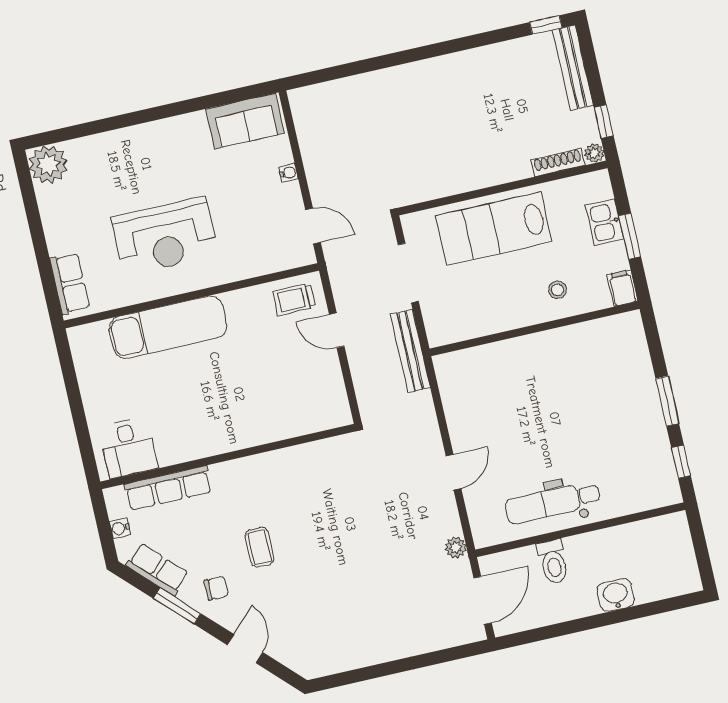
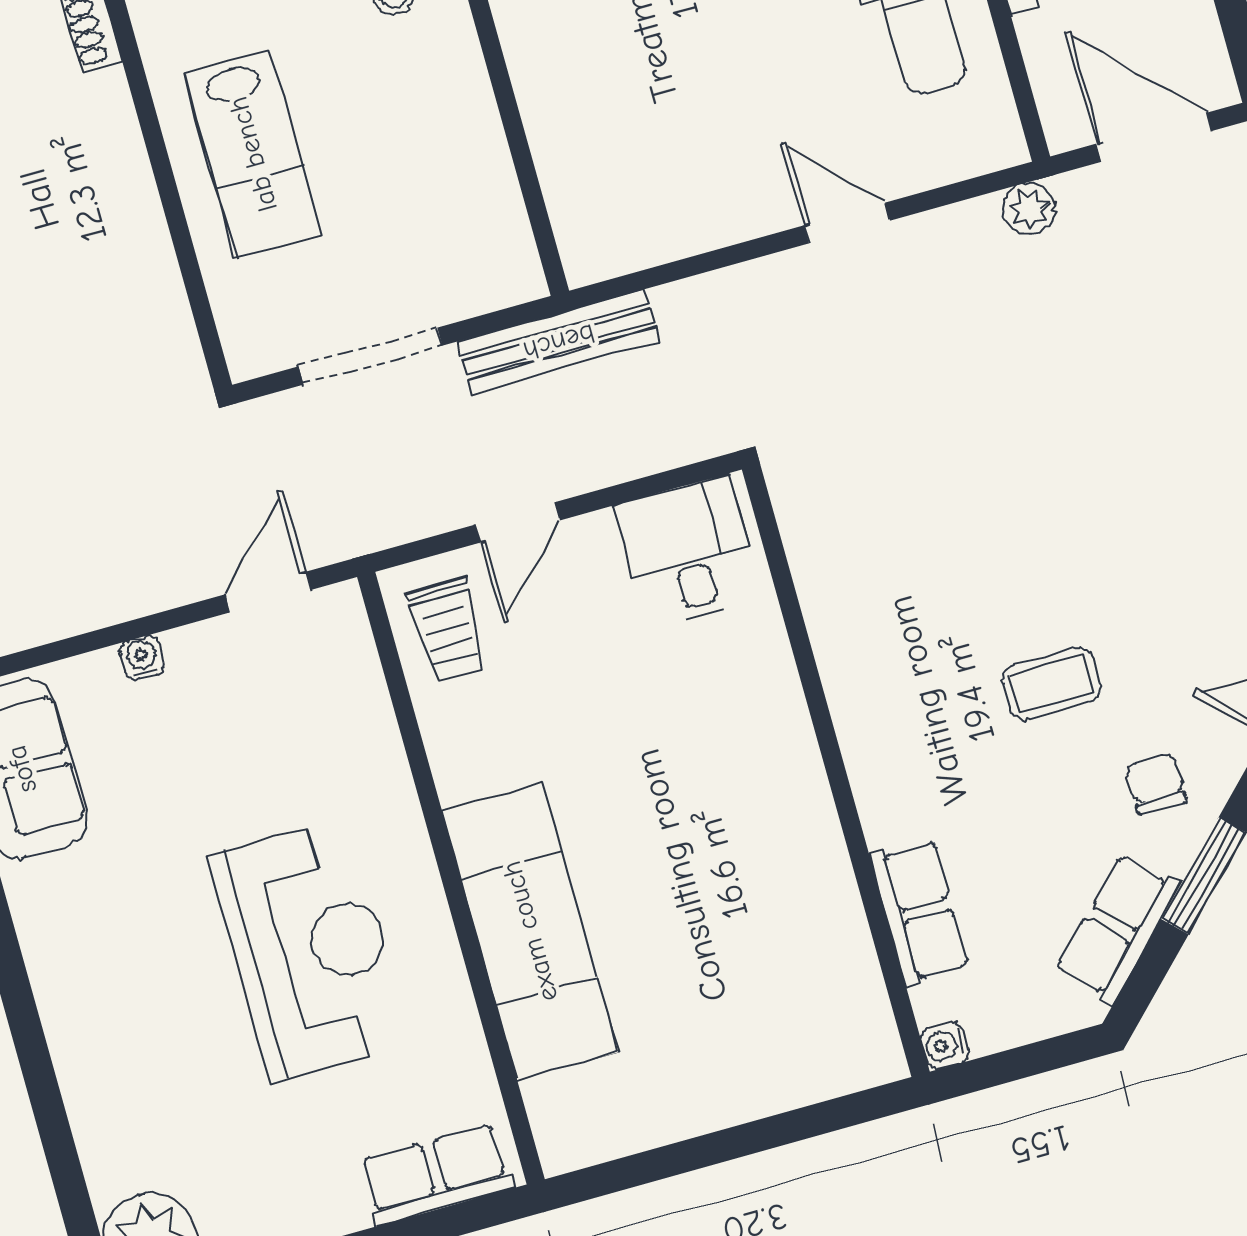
lab bench: (494, 229) -> (253, 154), width x0.73, depth x0.72
desk: (128, 448) -> (688, 552), moved, turned -90
row of seats: (168, 488) -> (919, 912), width x0.68
water cooler: (120, 528) -> (945, 1045), moved, turned 90

